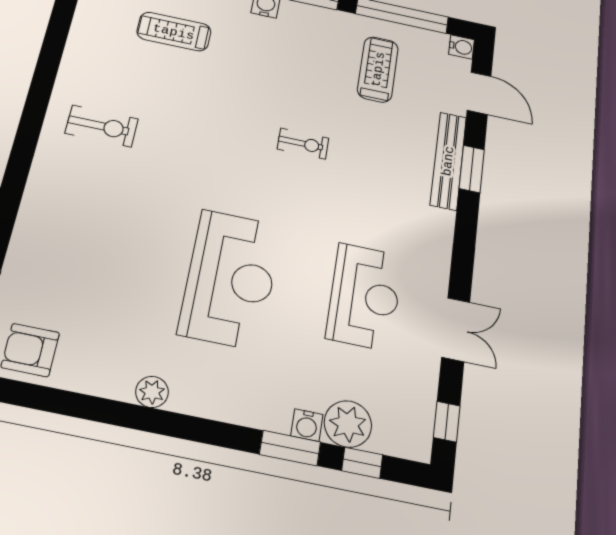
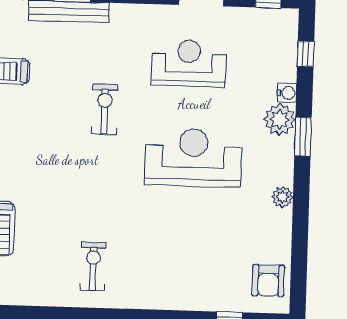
exercise bike: (303, 144) -> (105, 109), moved, width x1.38, depth x1.39
plant: (348, 424) -> (280, 120), moved
window: (290, 448) -> (303, 137), moved

